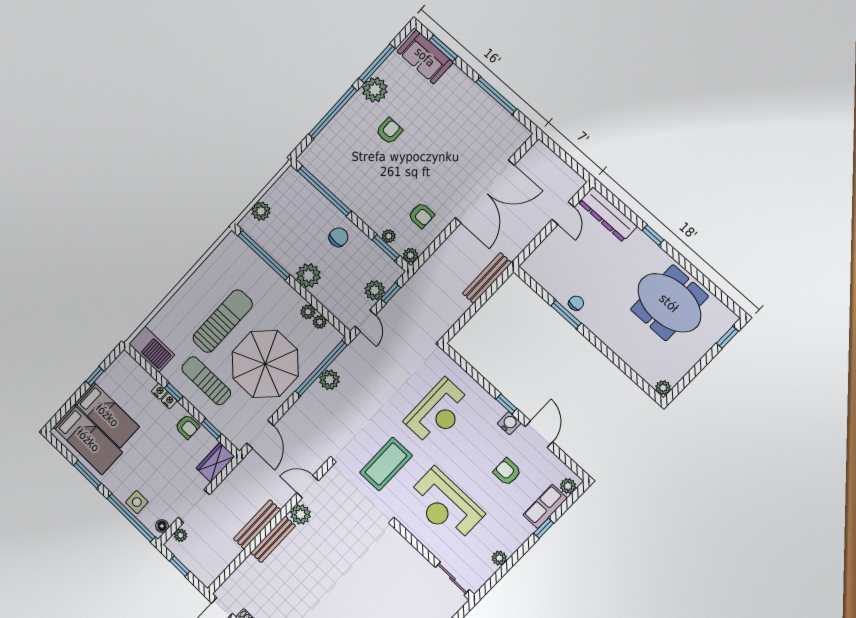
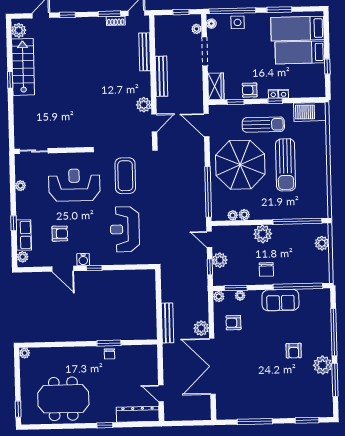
sofa: (425, 57) -> (280, 300), moved, turned 180
plant: (329, 380) -> (201, 328), moved
bench: (273, 539) -> (145, 52), moved

